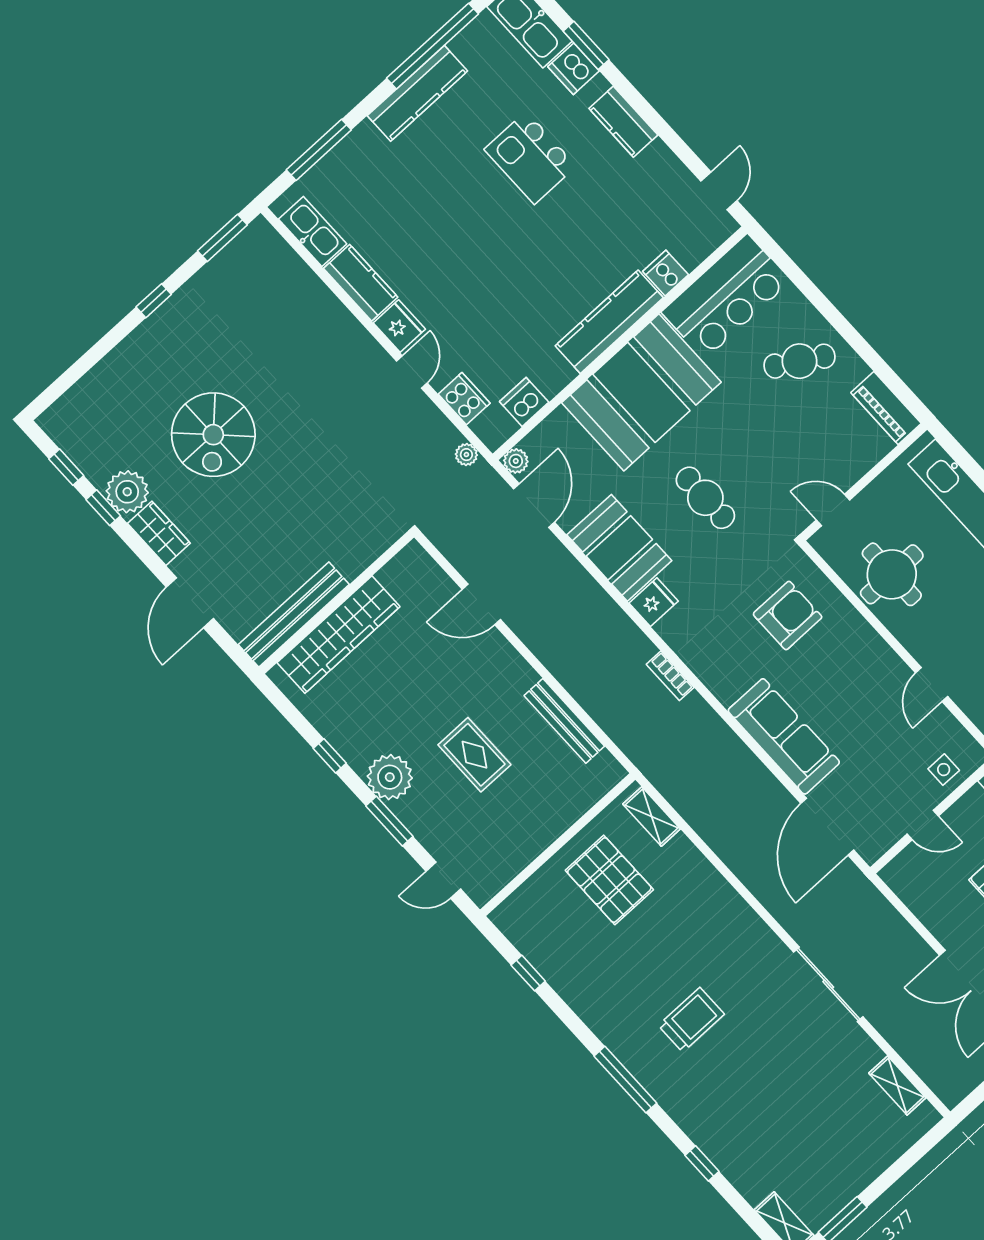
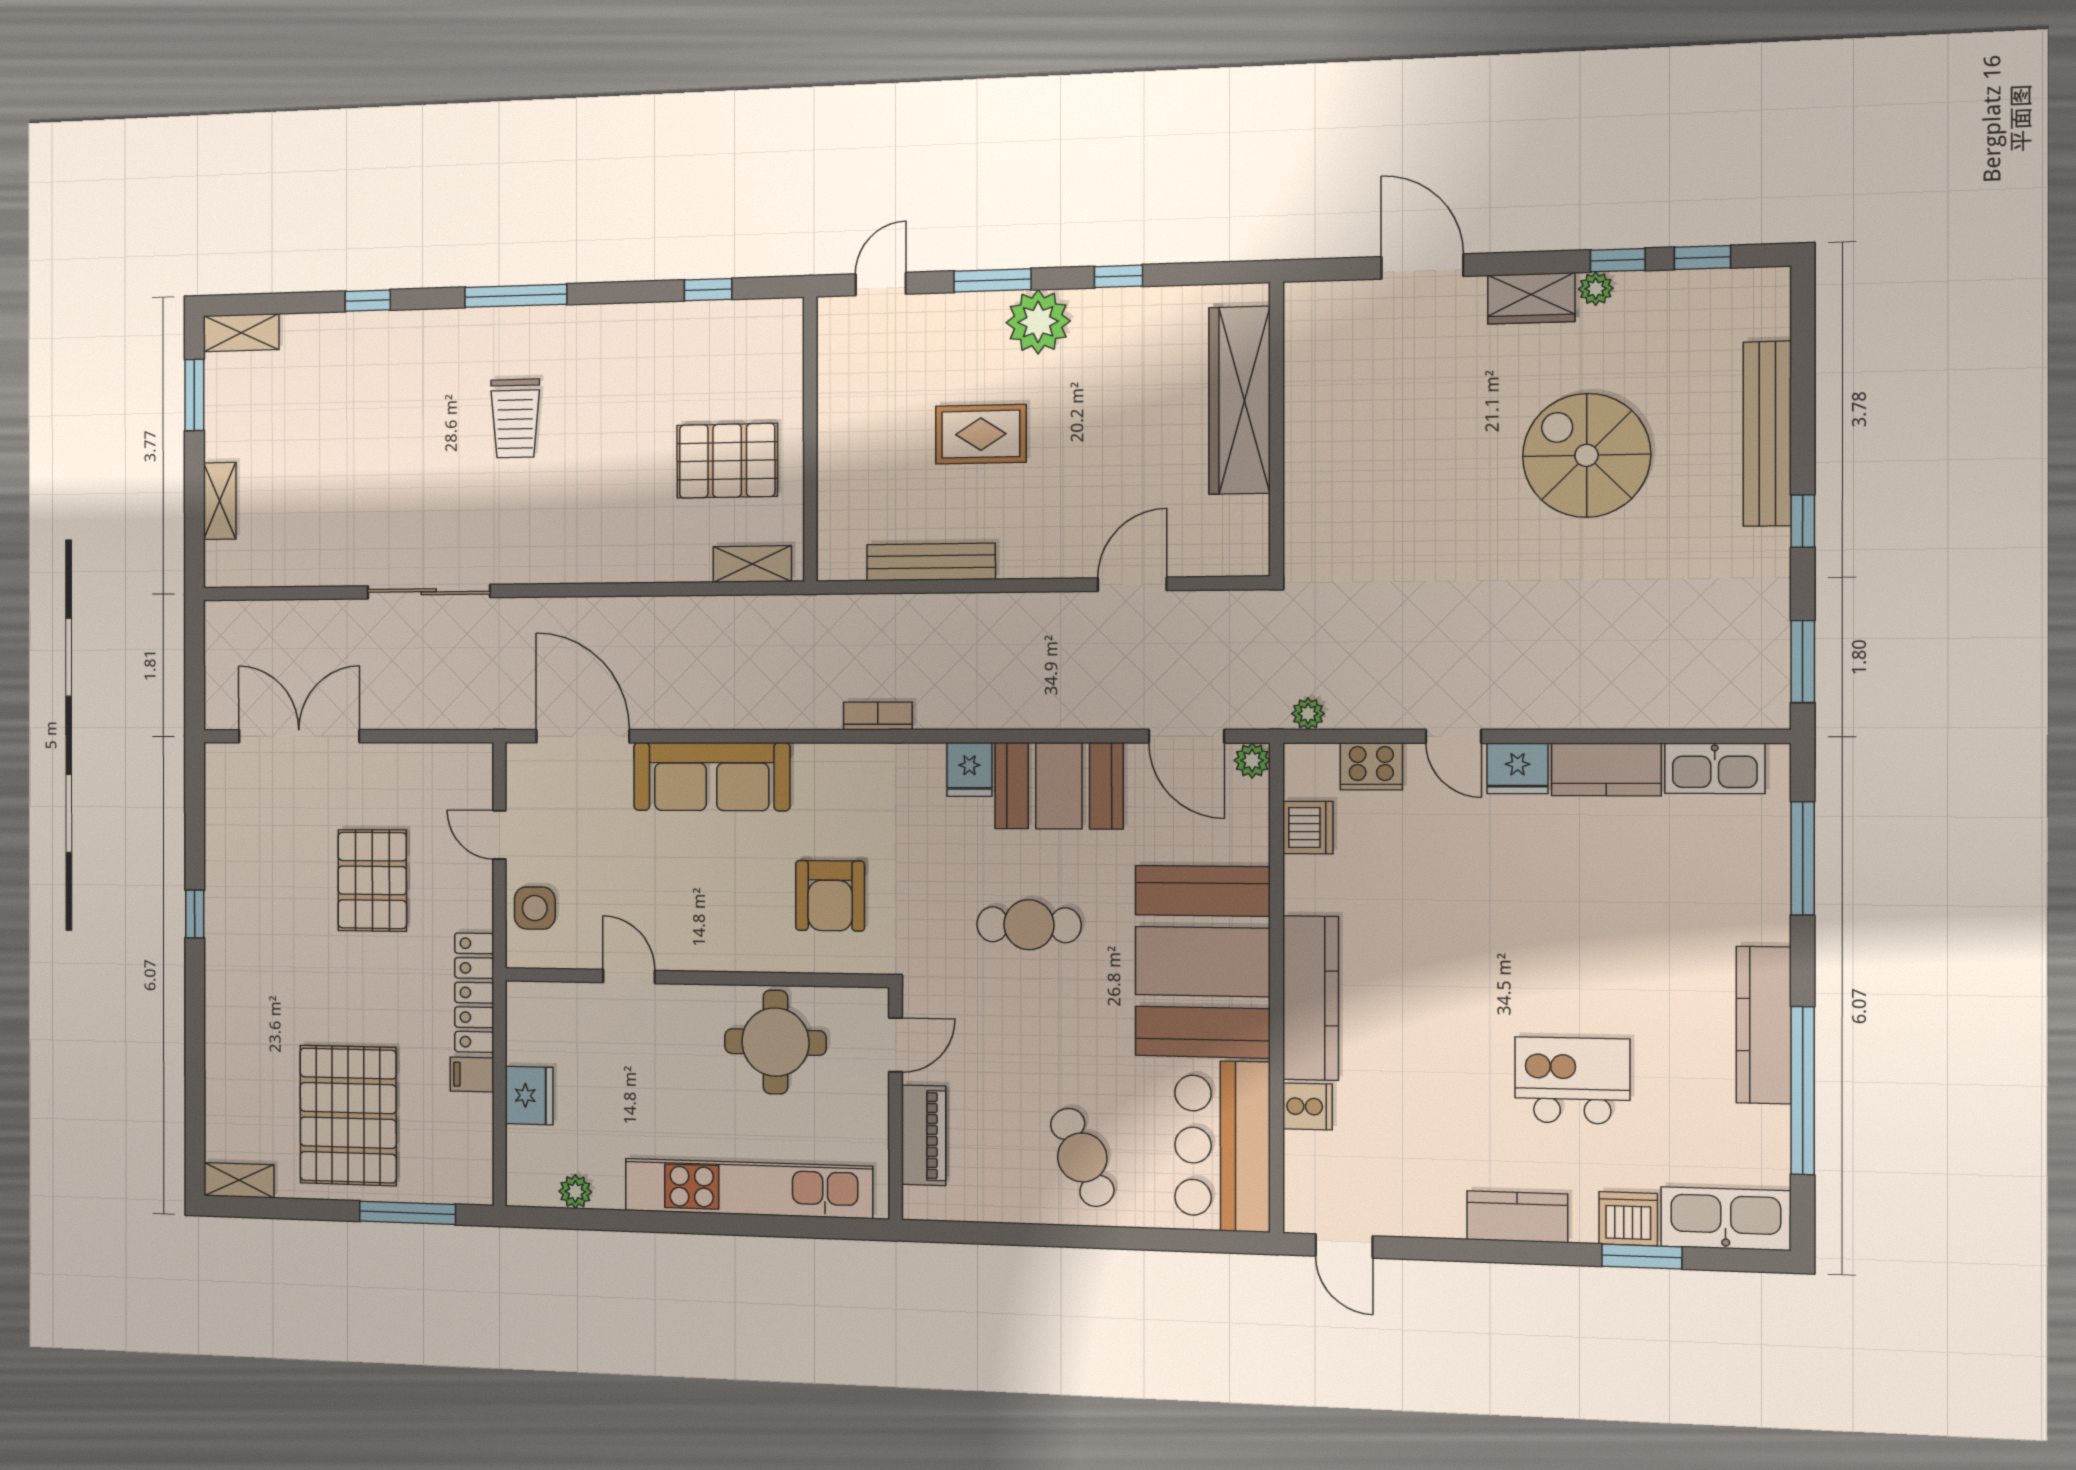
cafe table: (800, 361) -> (1082, 1157), turned -55
piano: (886, 408) -> (924, 1135), moved, turned 90
plant: (127, 492) -> (1596, 289), width x0.53, depth x0.53
bench: (294, 615) -> (1767, 434), moved
side table: (944, 770) -> (535, 908), width x1.37, depth x1.37
door: (923, 825) -> (499, 835), hinge flipped
shelving: (897, 1086) -> (220, 501), moved, turned 90

